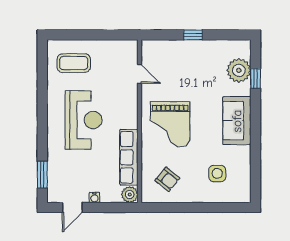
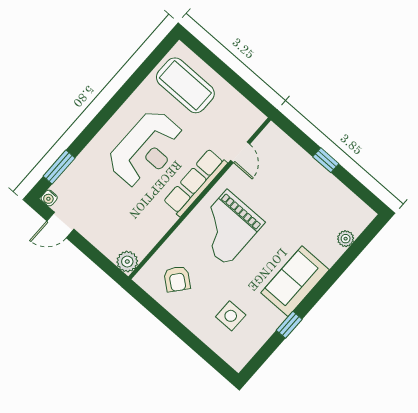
coffee table: (74, 63) -> (185, 85), width x1.36, depth x1.32
plant: (239, 70) -> (346, 239), width x0.53, depth x0.53
window: (256, 79) -> (289, 325), moved
row of seats: (129, 157) -> (195, 183), moved
water cooler: (94, 198) -> (49, 198), moved

